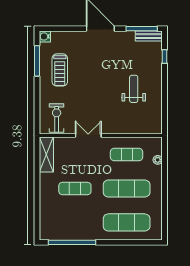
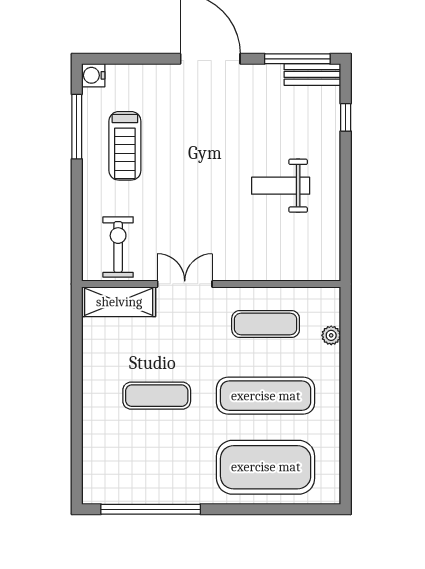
weight bench: (134, 89) -> (281, 186), turned -90
shelving: (46, 154) -> (119, 302), moved, turned 90
exercise mat: (127, 222) -> (266, 467), width x1.47

